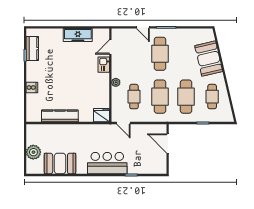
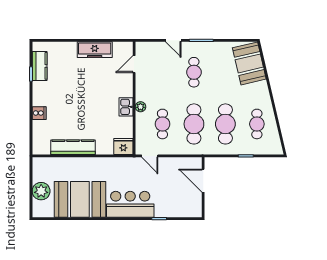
cafe table: (160, 54) -> (194, 72), width x0.73, depth x0.74
booth: (209, 59) -> (249, 63), moved
kitchen sink: (104, 65) -> (126, 107), moved
booth: (60, 164) -> (80, 199), width x1.36, depth x1.42

